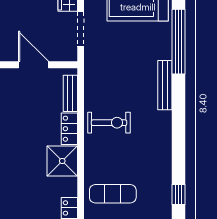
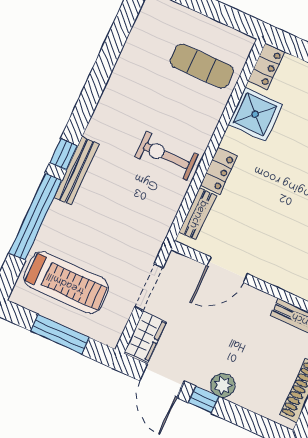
door: (33, 65) -> (227, 270), hinge flipped
shower: (62, 161) -> (255, 114), moved
window: (178, 194) -> (64, 155), moved

